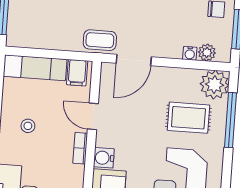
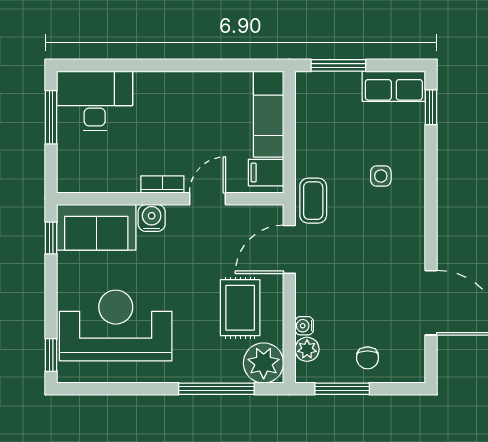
door: (134, 60) -> (289, 249), hinge flipped
rug: (188, 118) -> (240, 308), moved
stool: (28, 126) -> (188, 110), removed

